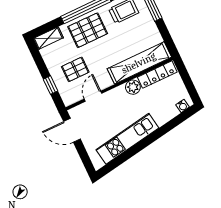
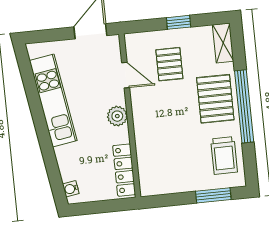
shelving: (139, 63) -> (148, 152), removed
window: (51, 85) -> (179, 22), moved
plant: (133, 87) -> (117, 116), moved

